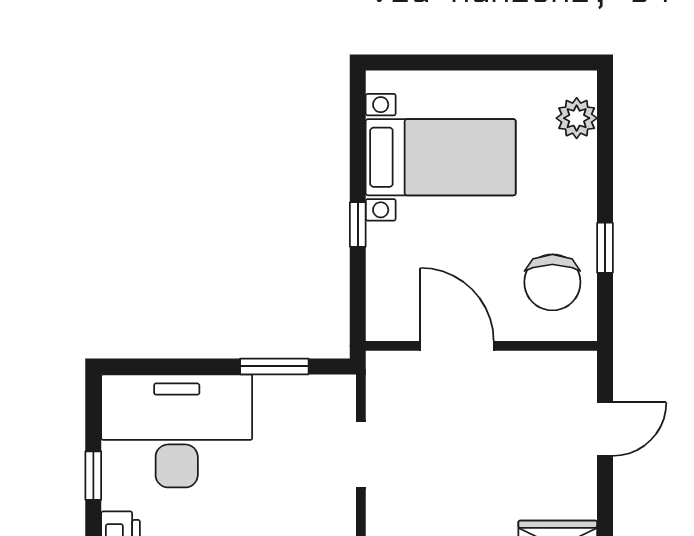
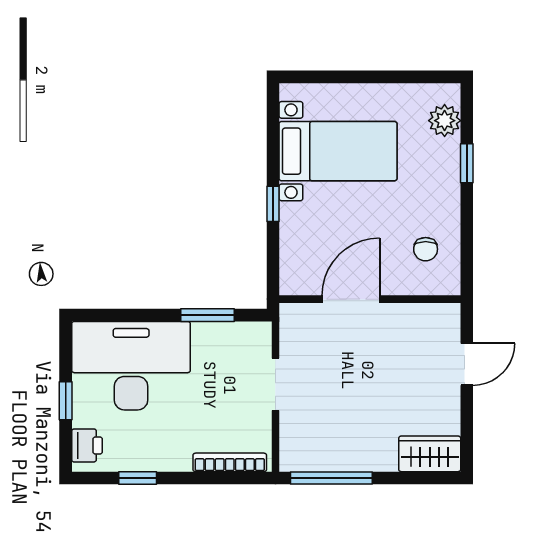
window: (605, 248) -> (467, 163), moved
chair: (552, 282) -> (426, 249), width x0.54, depth x0.54
door: (457, 346) -> (351, 299), hinge flipped

